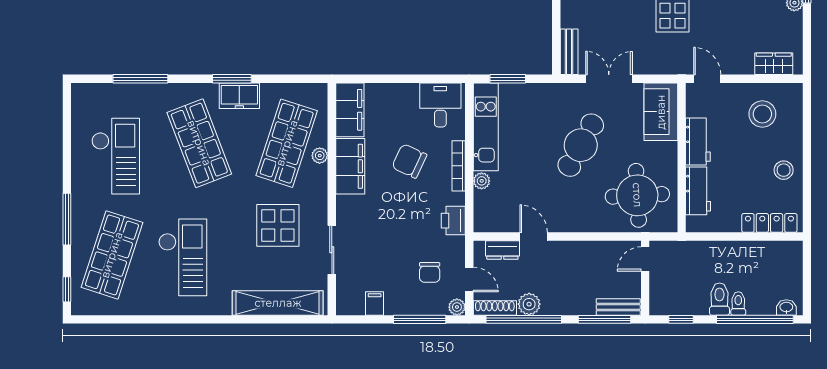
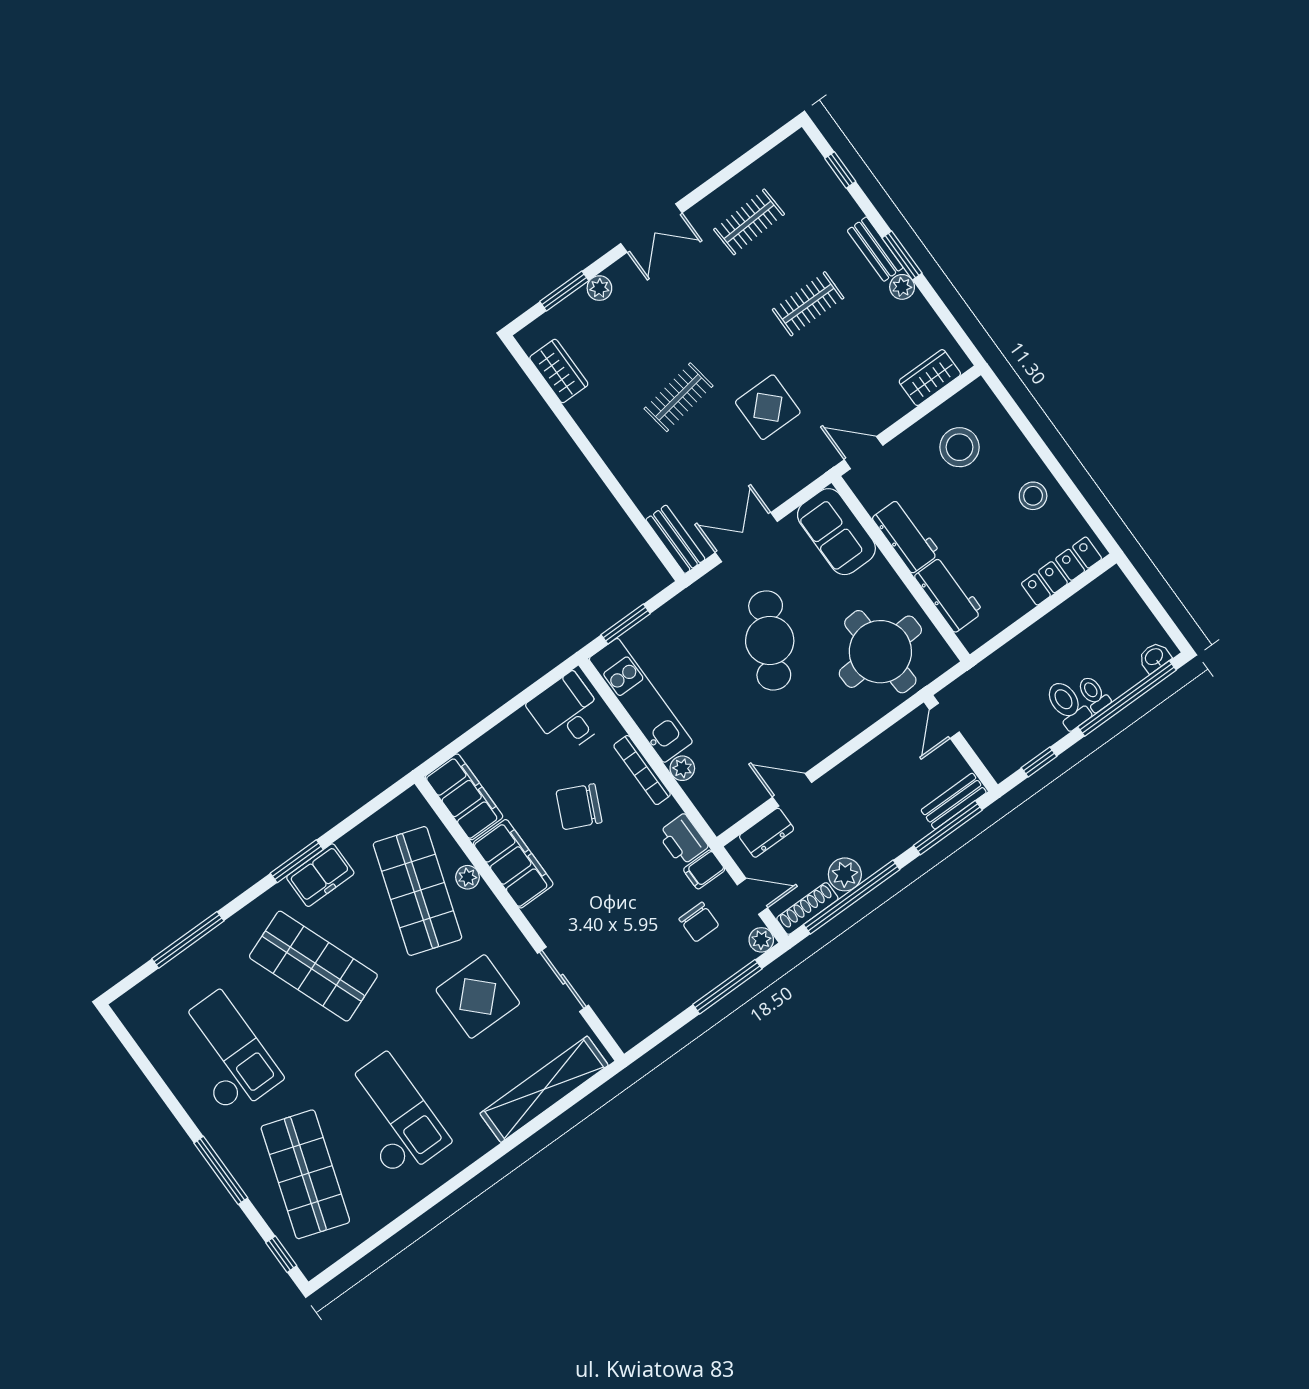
filing cabinet: (375, 303) -> (704, 869), moved, turned -90

